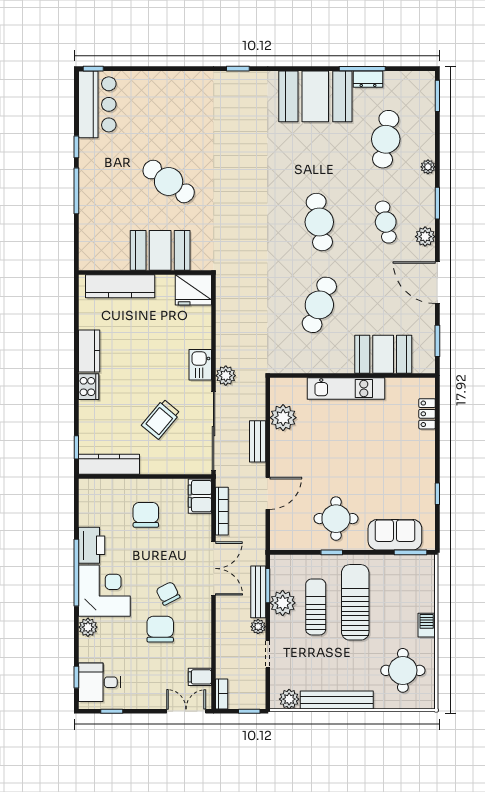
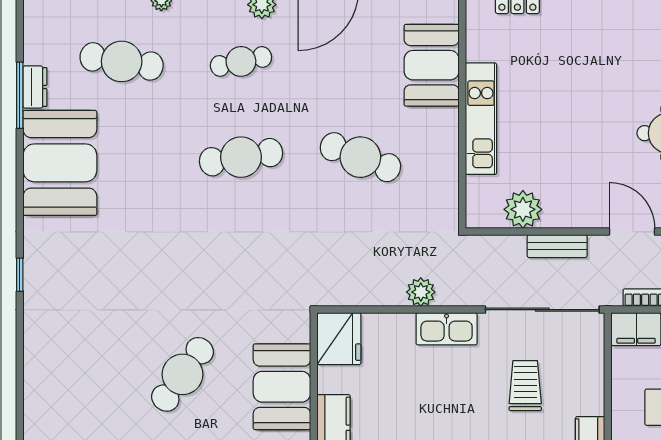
kitchen sink: (200, 365) -> (447, 329), width x1.38
plant: (226, 376) -> (421, 292), moved
trolley: (161, 419) -> (525, 386), turned -130

